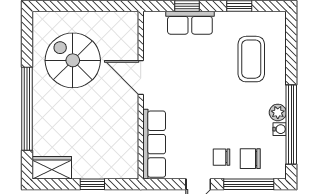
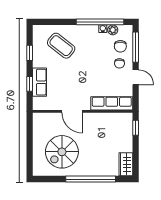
coffee table: (251, 59) -> (61, 46), turned 38
door: (141, 78) -> (72, 111), hinge flipped
plant: (278, 112) -> (113, 30), moved
window: (92, 184) -> (136, 128), moved

